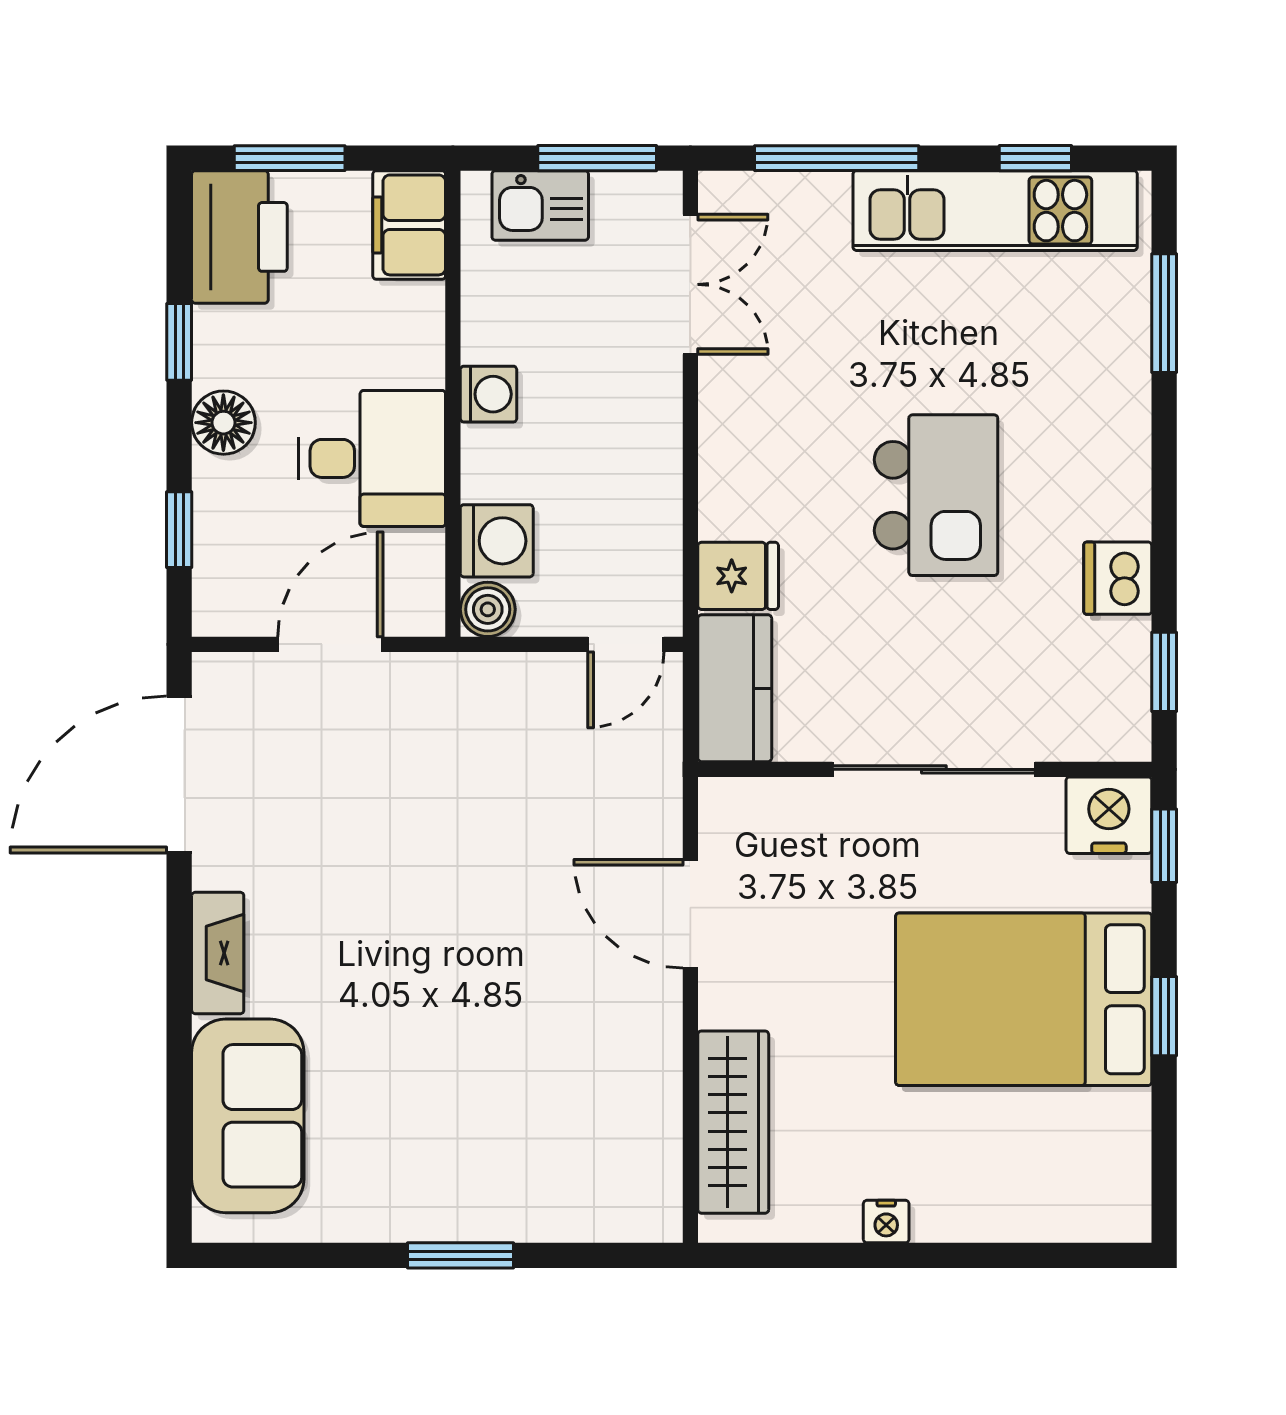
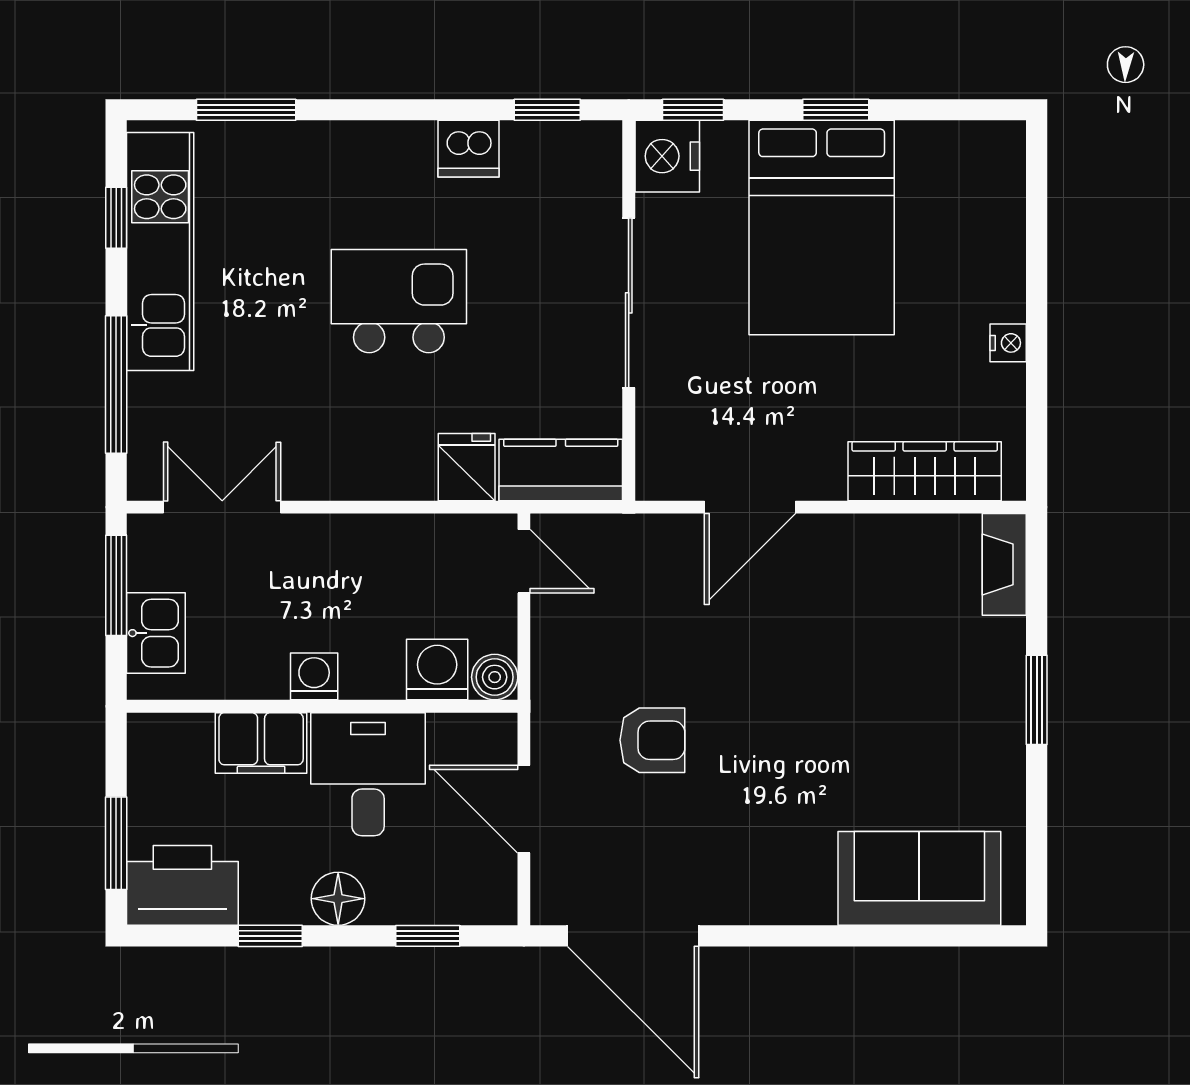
filing cabinet: (409, 225) -> (261, 743), moved
armchair: (412, 797) -> (652, 740), added
fireplace: (218, 953) -> (1004, 564), moved, turned -90

